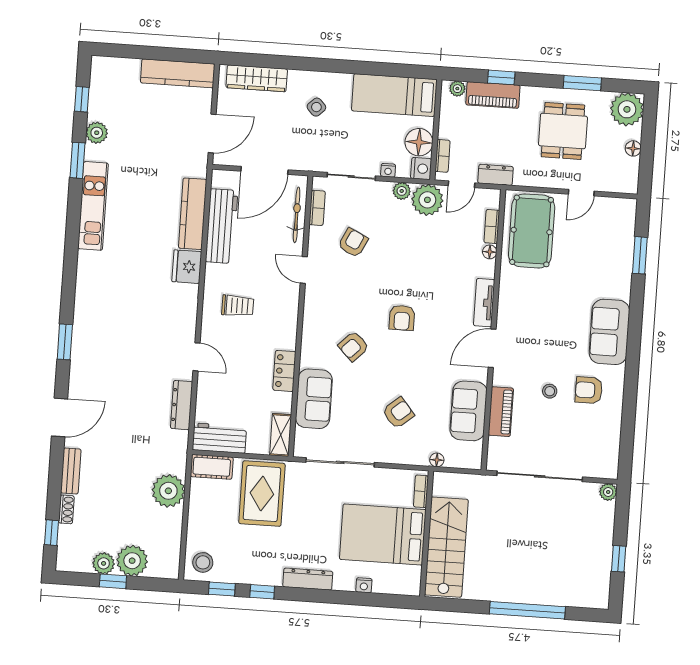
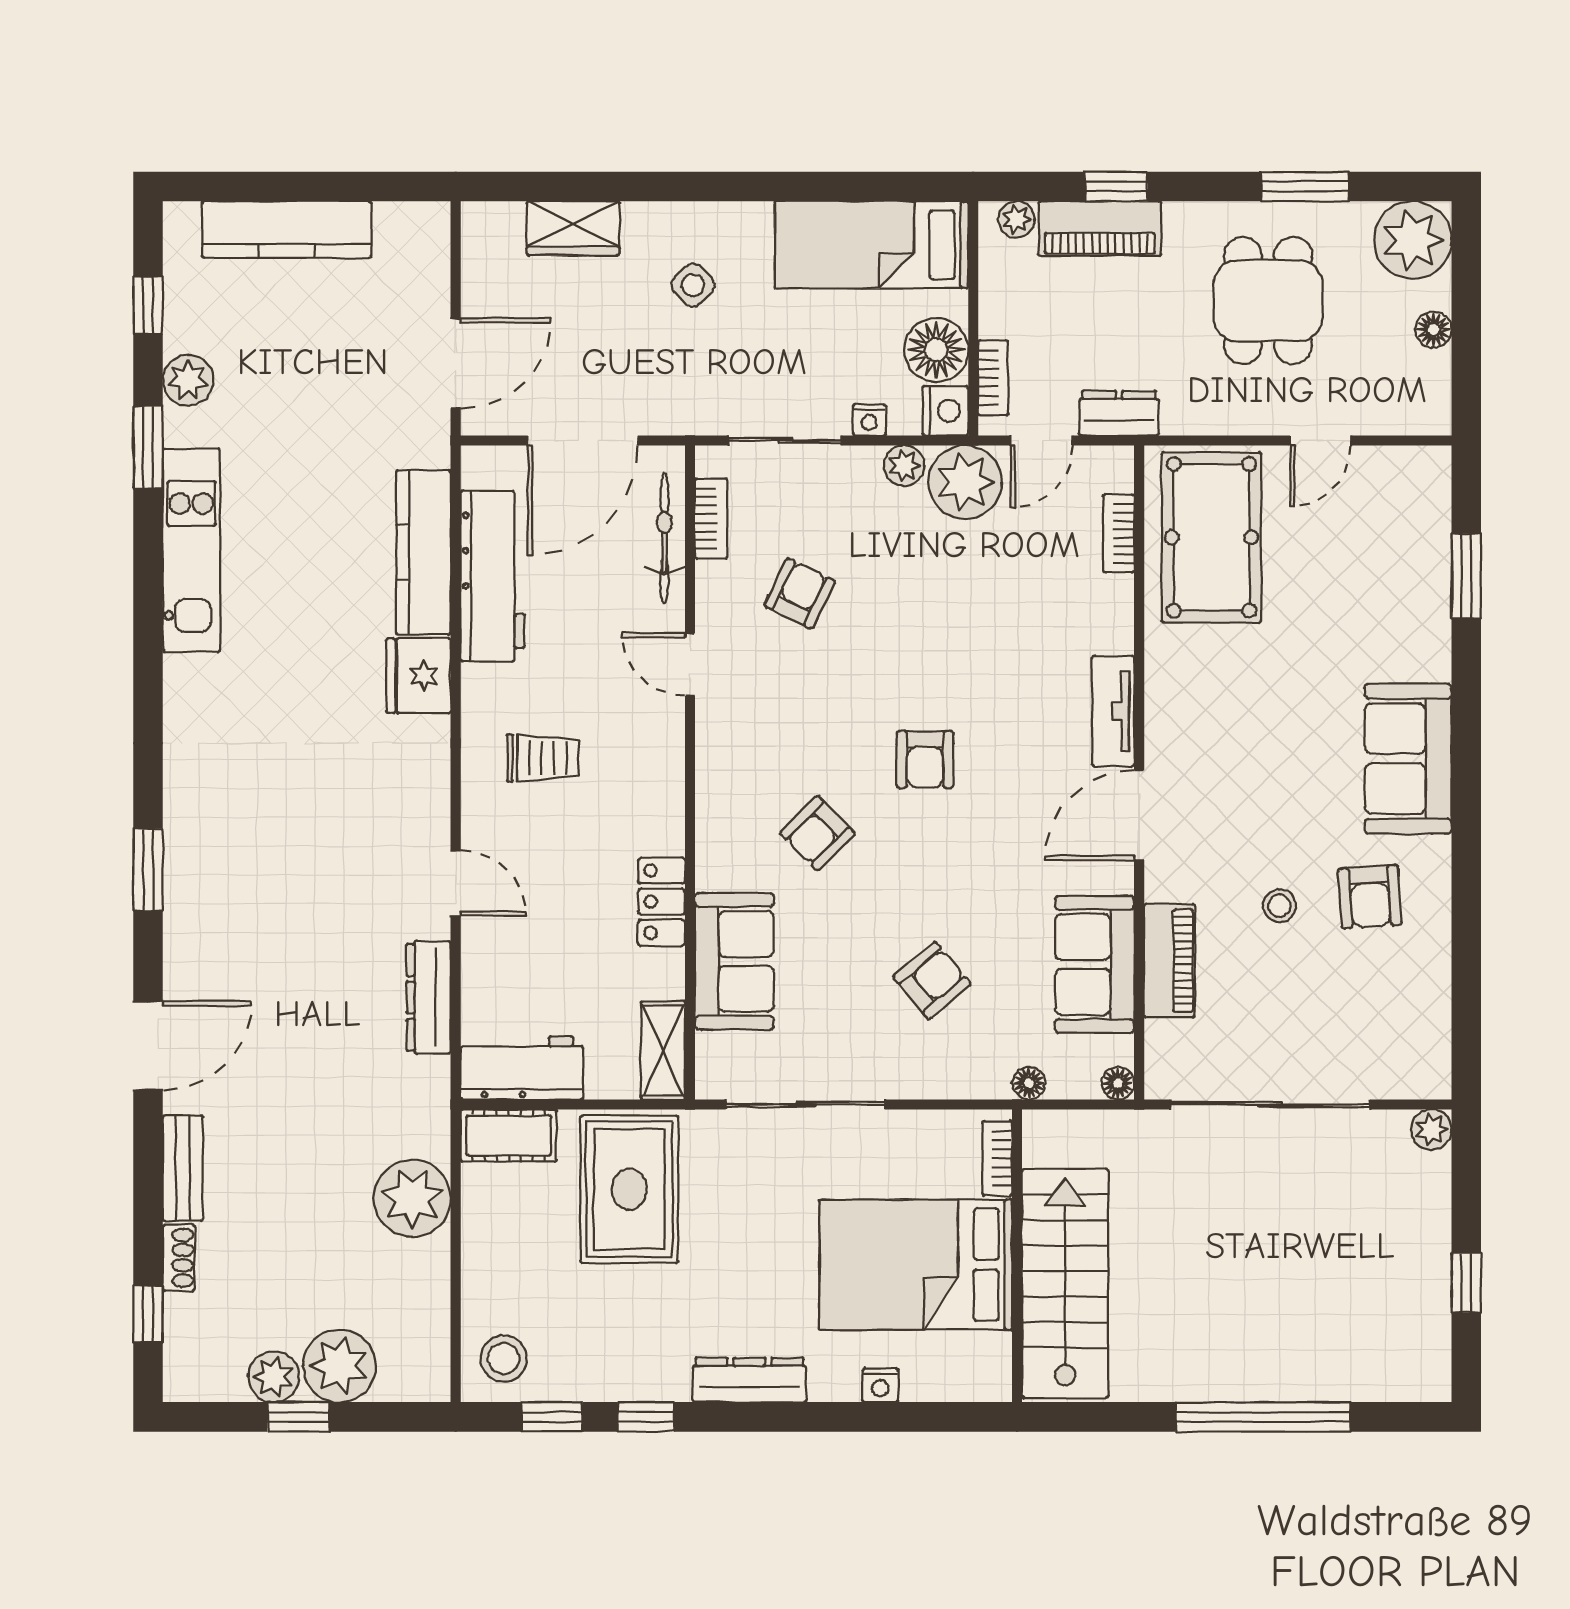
kitchen counter: (178, 73) -> (287, 229), moved
wardrobe: (257, 78) -> (573, 228), width x0.67
floor lamp: (490, 252) -> (1118, 1083), moved
armchair: (589, 390) -> (1370, 897), turned -94

